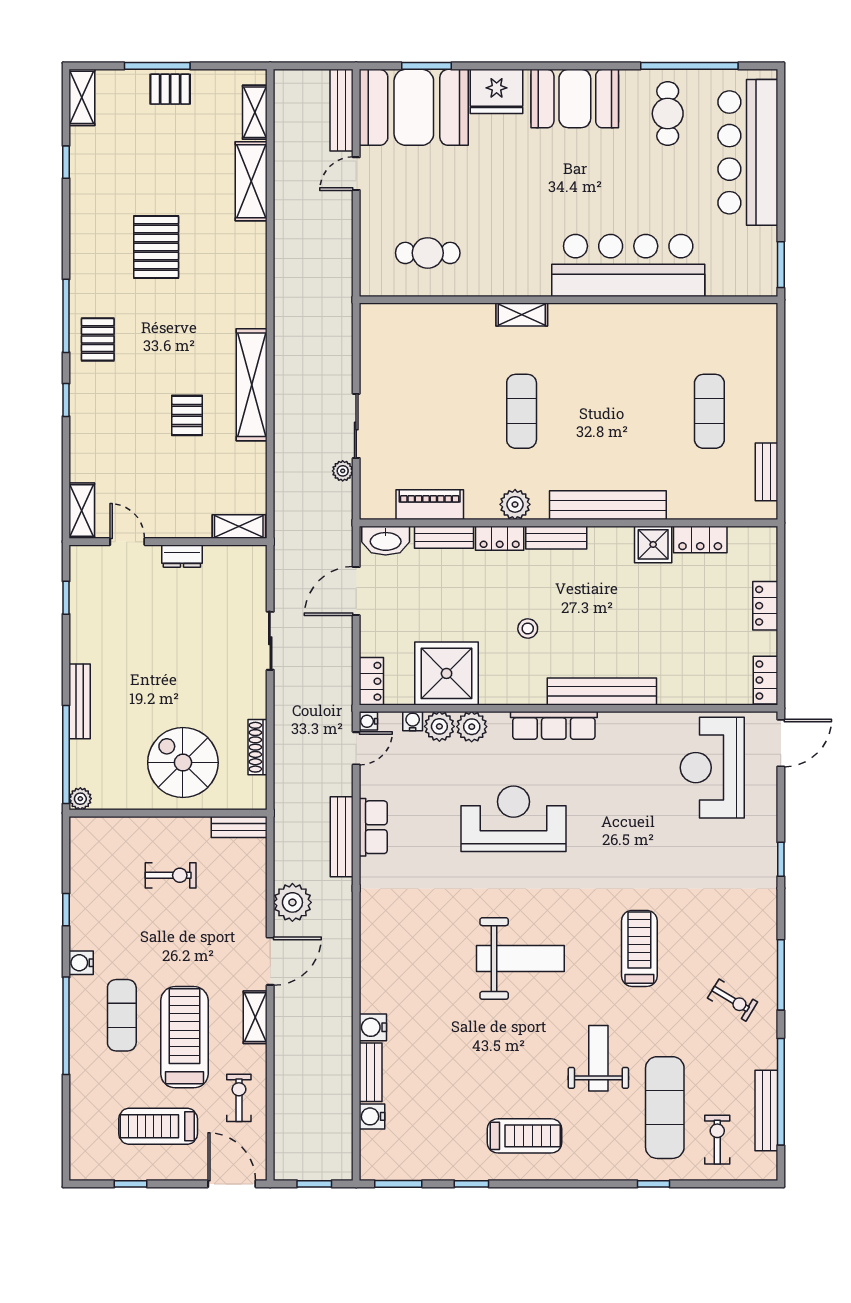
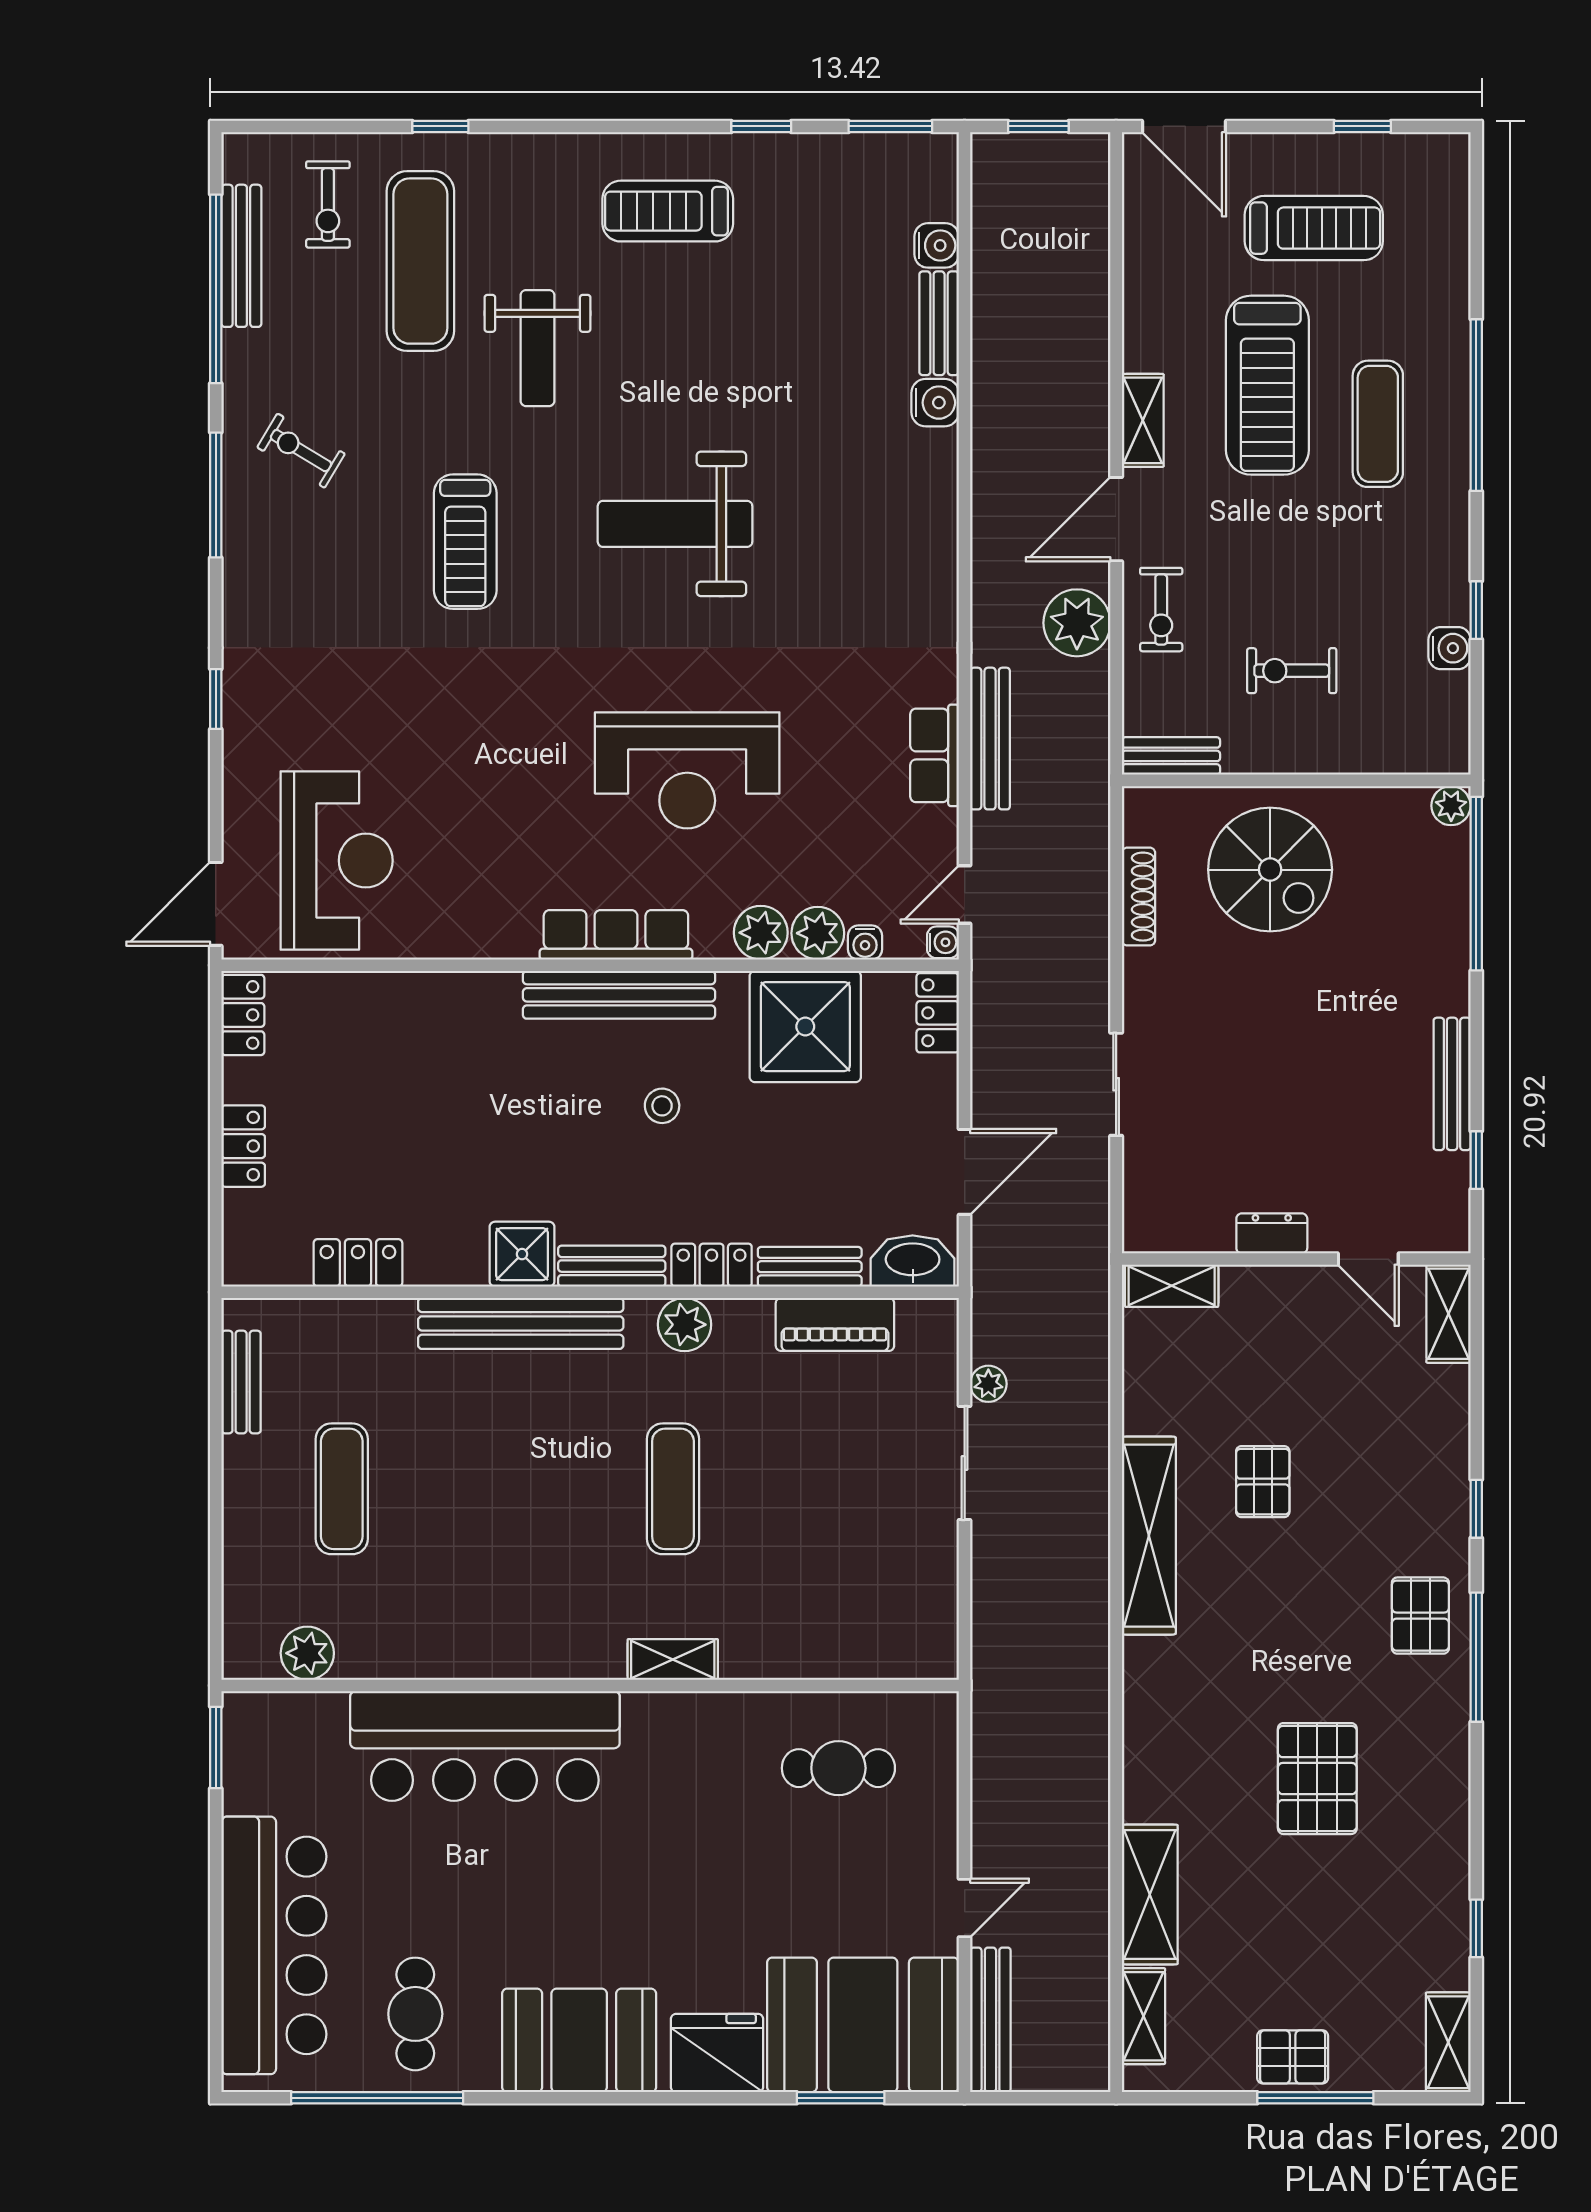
plant: (729, 318) -> (307, 1653), added
shower: (653, 544) -> (522, 1254), moved
bench: (602, 691) -> (619, 995), moved
bench: (80, 701) -> (1452, 1084), moved
water cooler: (81, 963) -> (1450, 648), moved
exercise bike: (239, 1098) -> (1161, 610), moved

